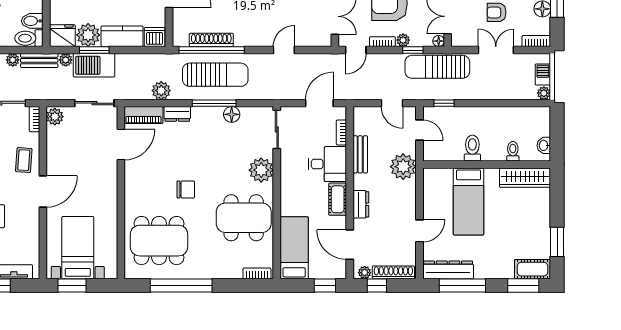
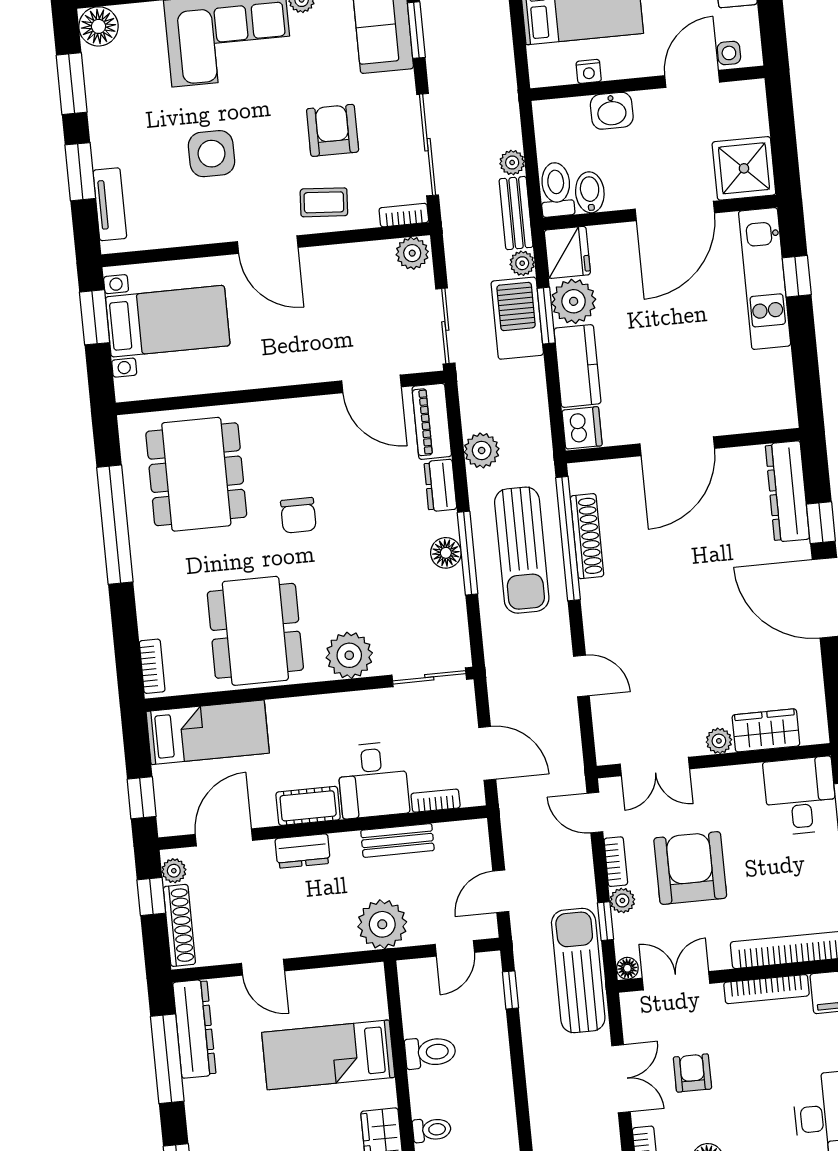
floor lamp: (232, 114) -> (446, 553), moved

